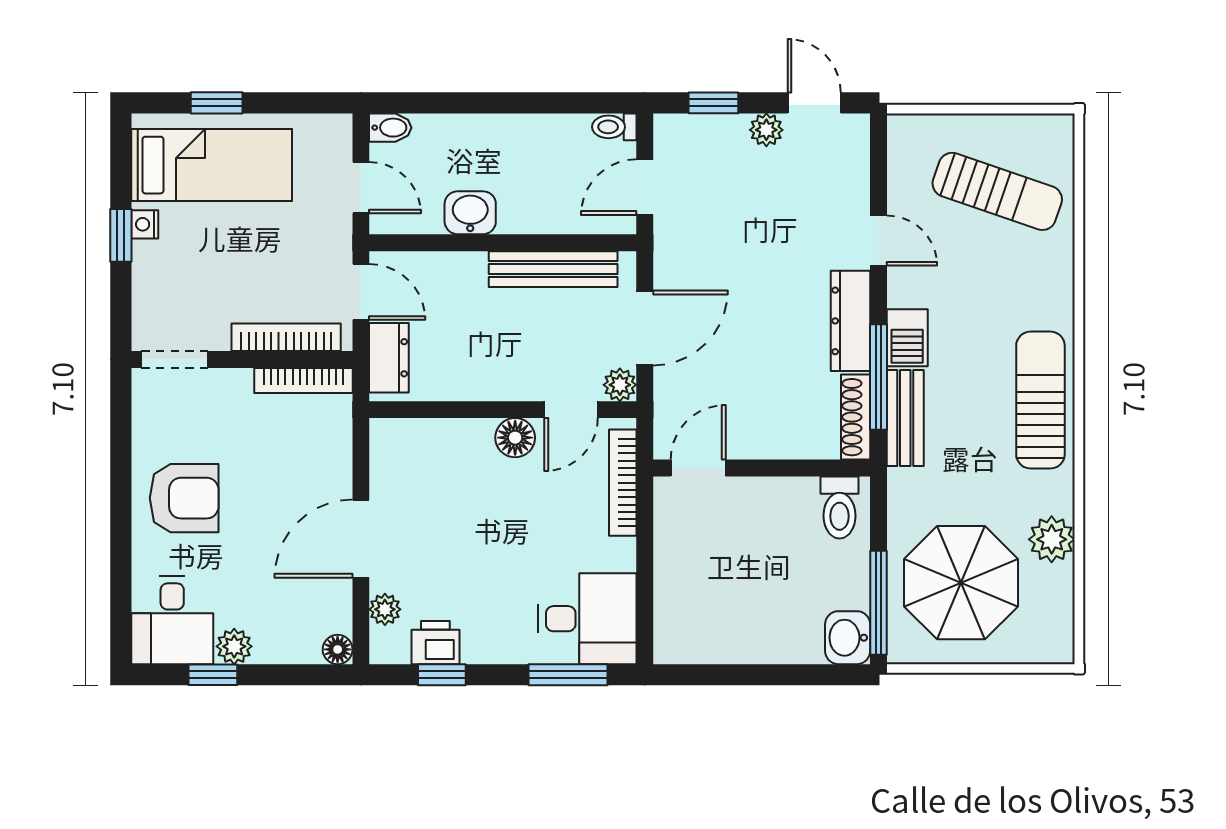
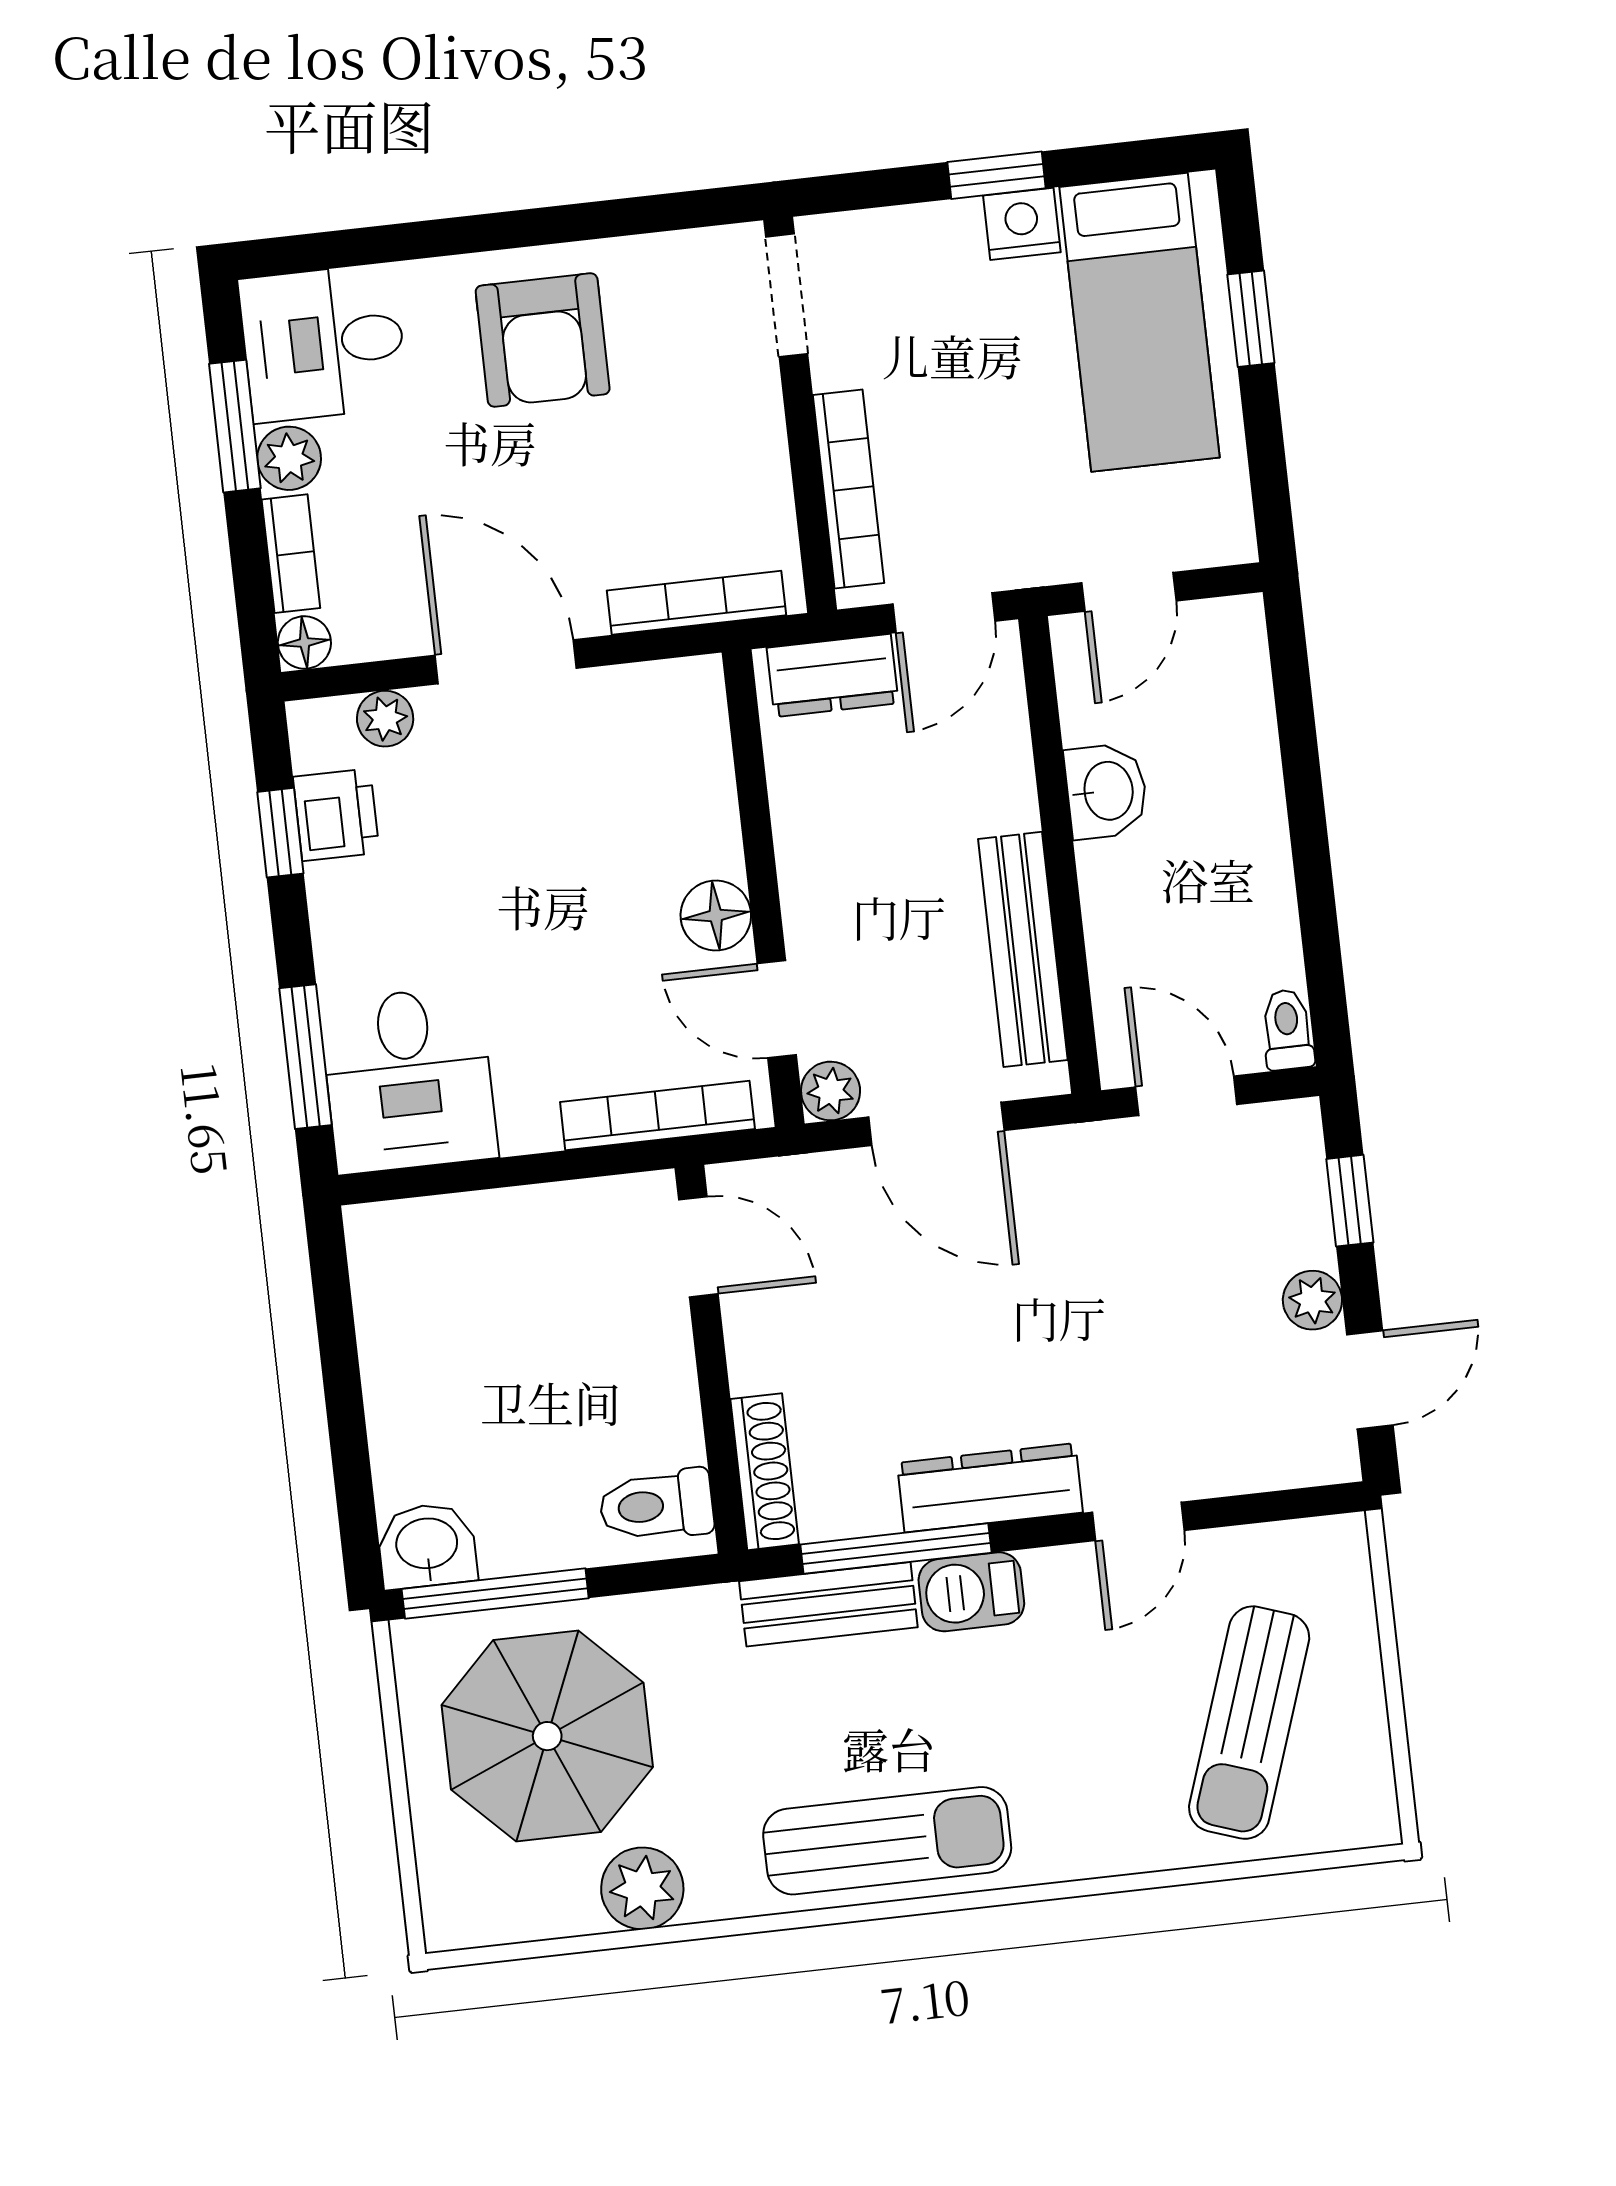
bidet: (390, 128) -> (1242, 632), removed
nightstand: (145, 224) -> (1022, 224), width x1.39, depth x1.35
bookcase: (303, 380) -> (696, 603), moved, turned 90
shoe rack: (856, 417) -> (765, 1472), moved, turned 90
bookcase: (287, 651) -> (291, 554), added
window: (213, 675) -> (235, 426), width x1.50

